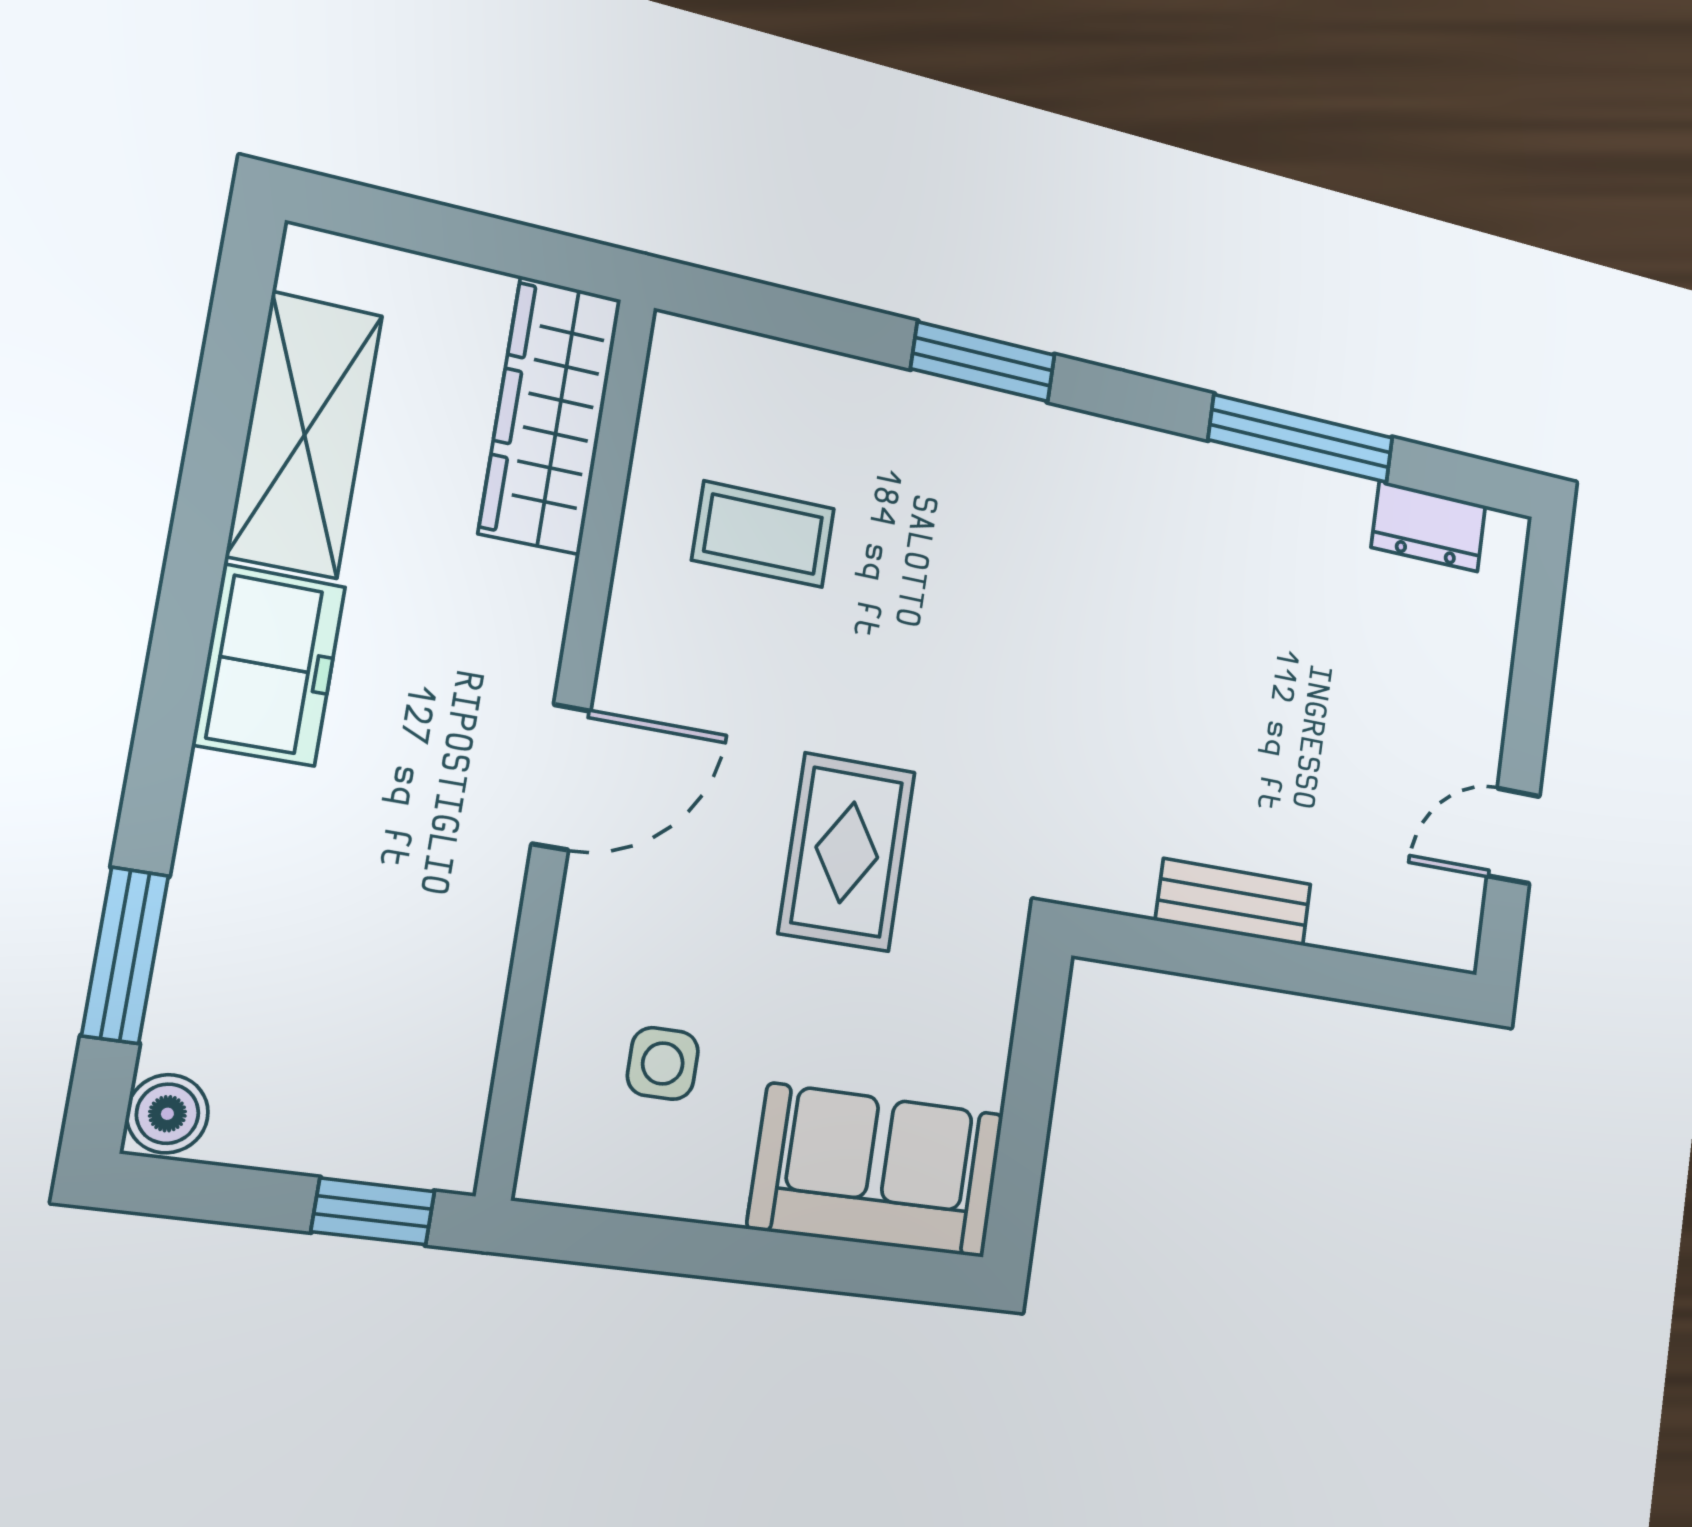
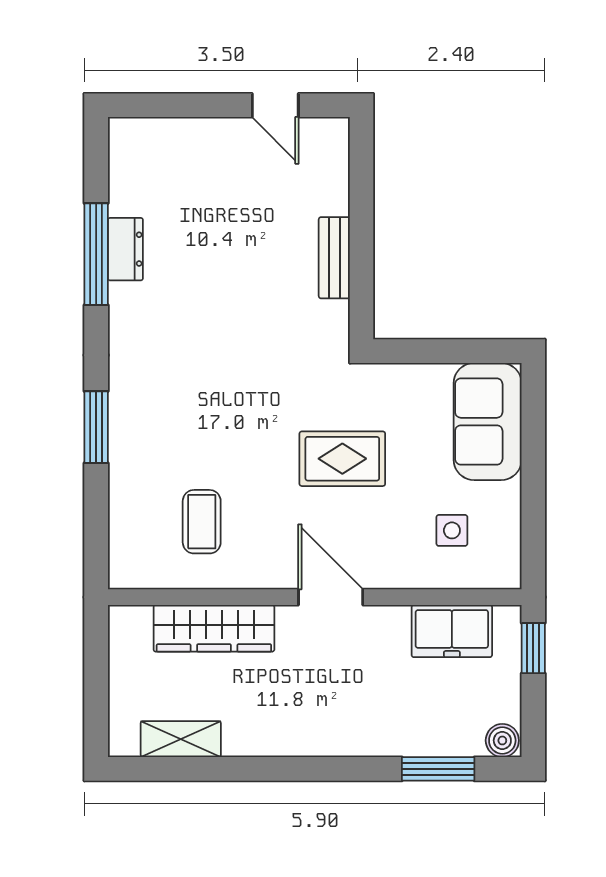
wardrobe: (550, 415) -> (214, 628), moved
shelving: (304, 435) -> (181, 739), width x0.67, depth x0.75
dresser: (1429, 526) -> (125, 249), moved
freezer: (269, 665) -> (452, 631), moved, turned 180

